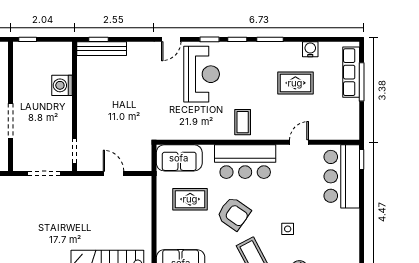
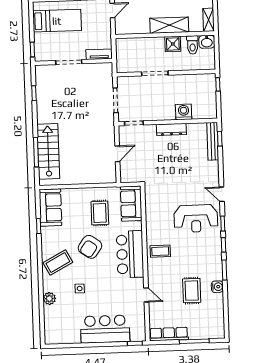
water cooler: (310, 49) -> (217, 287), moved
row of seats: (351, 72) -> (169, 334), moved
dresser: (84, 102) -> (171, 129), added
bar counter: (342, 176) -> (105, 329), moved

